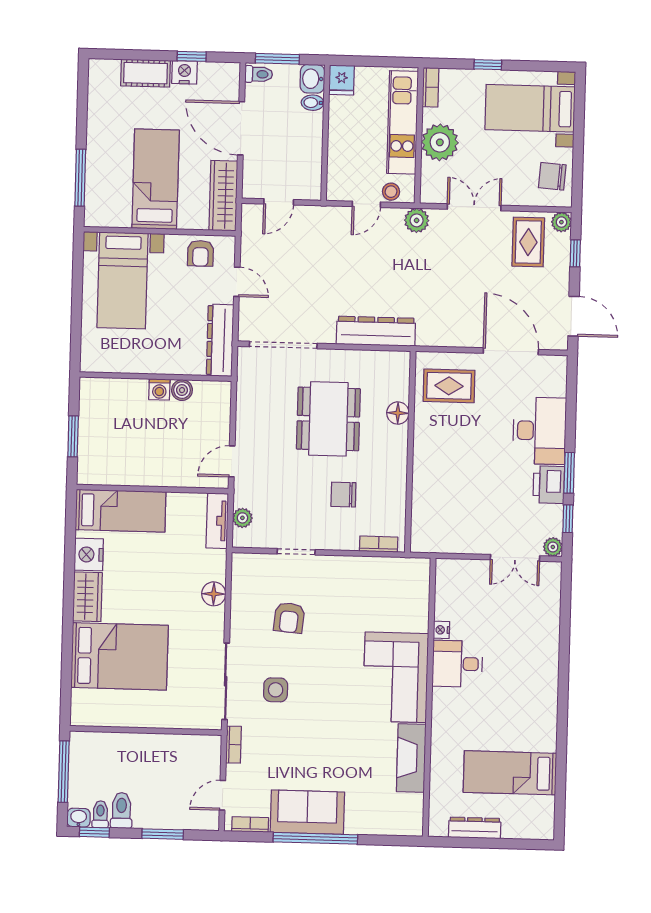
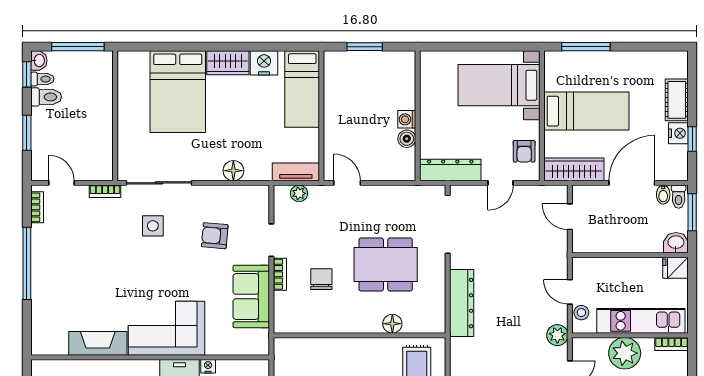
bidet: (313, 103) -> (663, 195), moved, turned 180
armchair: (201, 253) -> (524, 151), turned -90
bookcase: (379, 544) -> (280, 274), moved
sofa: (307, 812) -> (251, 296), moved, turned 180

